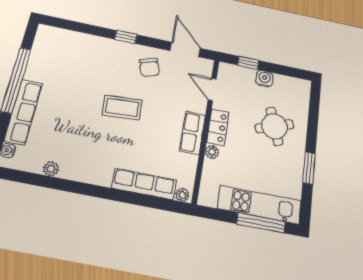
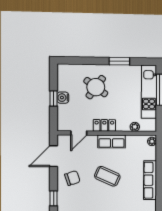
window: (248, 63) -> (53, 99), moved
coffee table: (122, 107) -> (107, 176), moved, turned -62
round table: (275, 126) -> (96, 87), turned -35
plant: (212, 152) -> (135, 127), moved
row of seats: (144, 184) -> (150, 180), moved

